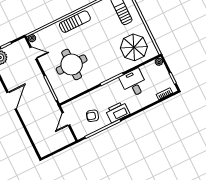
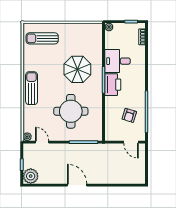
parasol: (134, 47) -> (77, 69), moved
door: (33, 53) -> (42, 142), hinge flipped
printer: (118, 112) -> (113, 85), moved, turned 180
door: (66, 119) -> (131, 142), moved

